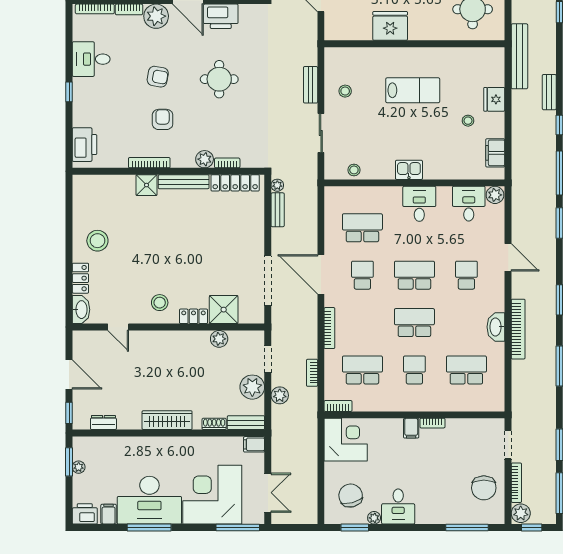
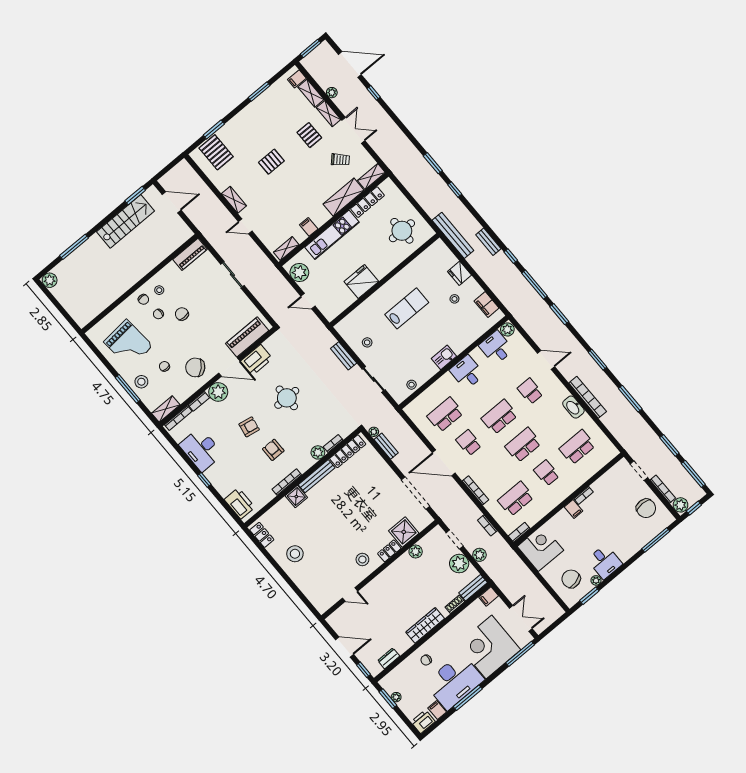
desk: (91, 59) -> (201, 450), width x1.37
locker: (80, 278) -> (262, 535), moved
washbasin: (81, 310) -> (319, 603), removed
chair: (139, 455) -> (426, 660), added

